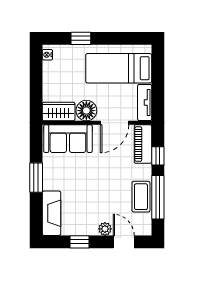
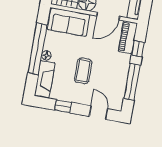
window: (36, 178) -> (37, 49), width x2.11
floor lamp: (48, 184) -> (46, 55), added
coffee table: (141, 197) -> (83, 71), moved
plant: (105, 229) -> (85, 100), removed

